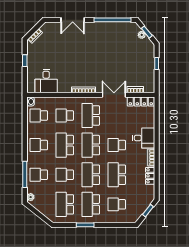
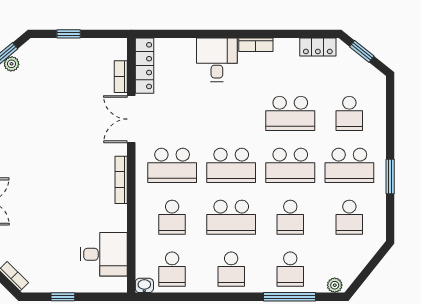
school desk: (117, 145) -> (231, 113), removed
locker: (150, 176) -> (318, 47), moved
school desk: (65, 204) -> (349, 217), width x0.54

